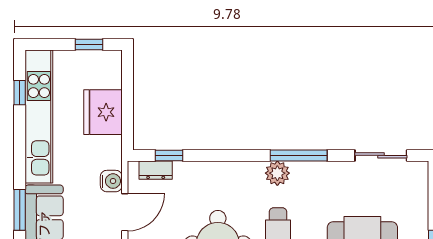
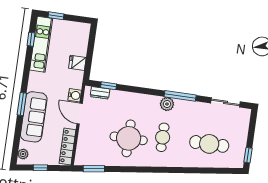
window: (89, 45) -> (56, 16), moved
fridge: (103, 112) -> (77, 63), width x0.53, depth x0.75
kitchen unit: (39, 117) -> (41, 44), width x0.73
door: (125, 212) -> (80, 114), swing flipped

